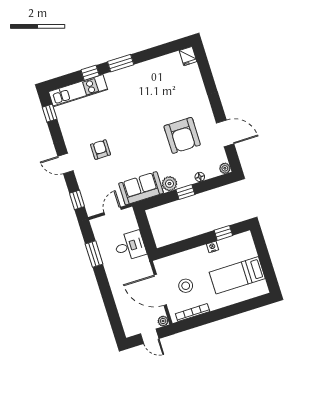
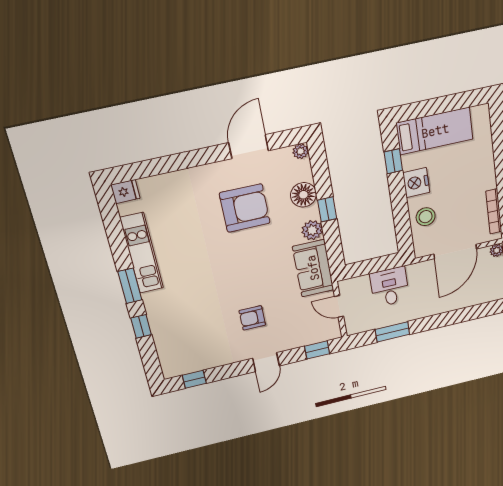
kitchen unit: (78, 91) -> (142, 253), moved
floor lamp: (200, 177) -> (303, 195), width x1.89, depth x1.89
nightstand: (212, 247) -> (416, 183), width x1.89, depth x1.79
bed: (237, 275) -> (435, 131), moved, turned -90
stool: (186, 286) -> (426, 217), moved

